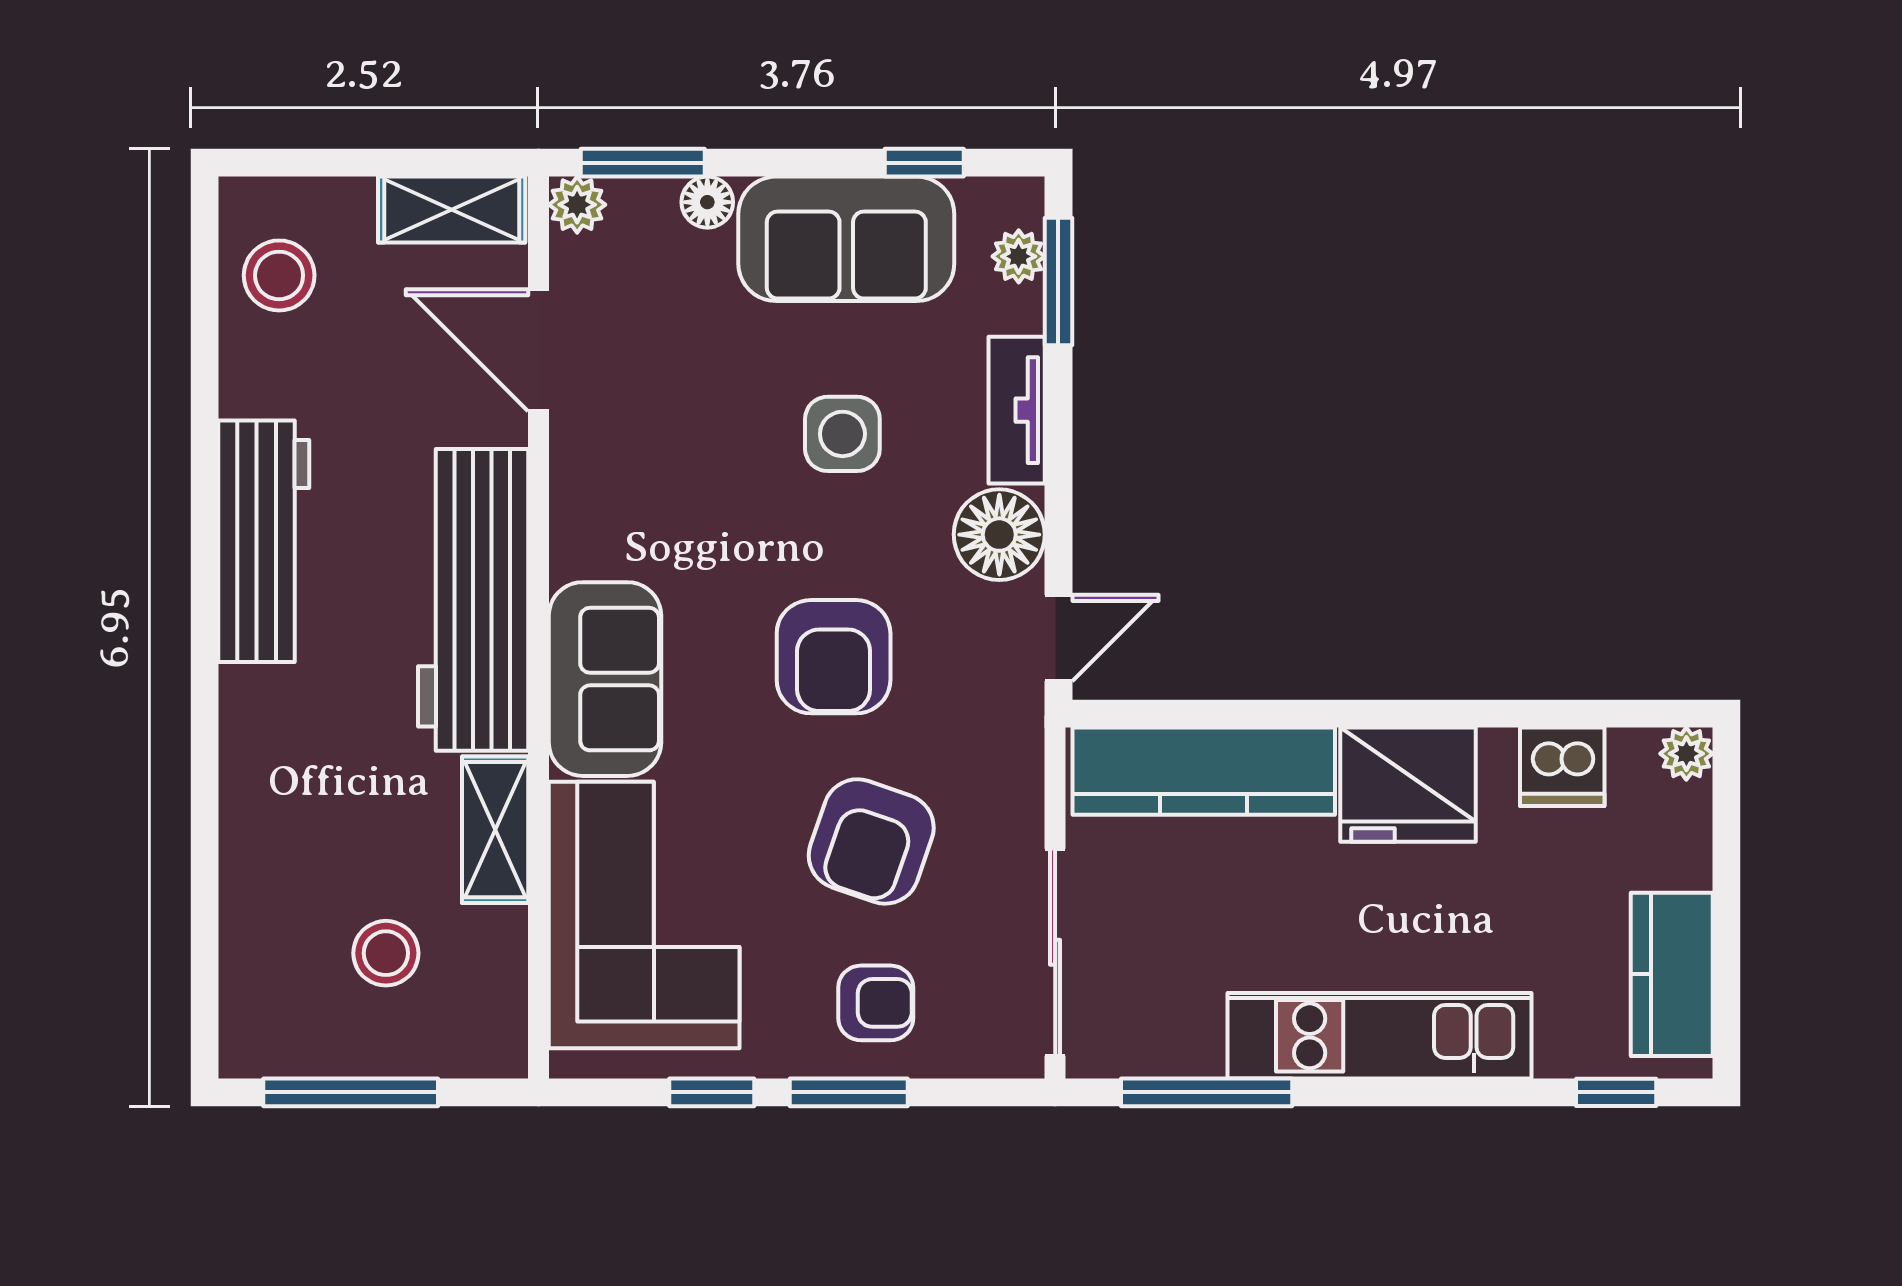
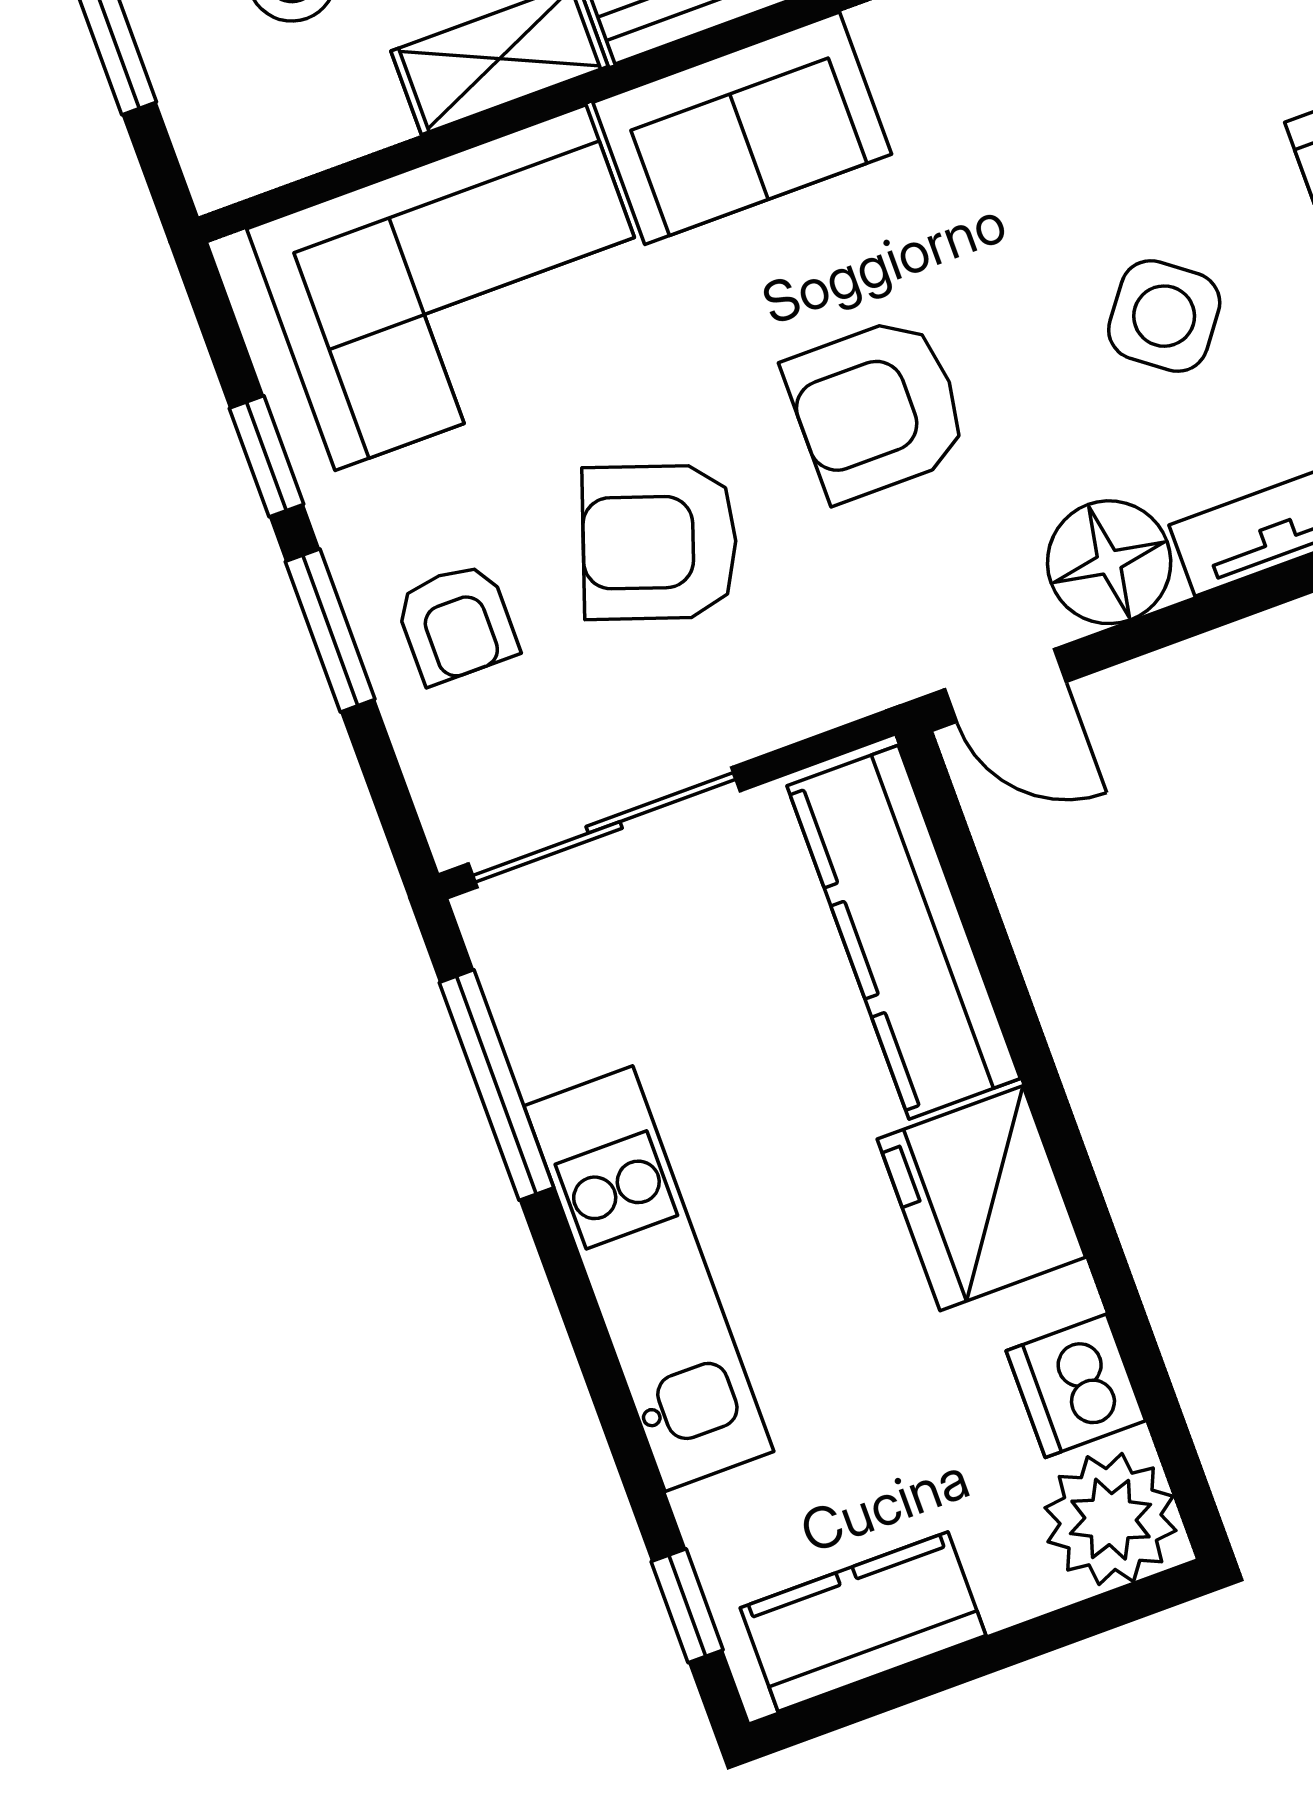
side table: (842, 434) -> (1164, 316), turned 37
plant: (1686, 754) -> (1111, 1519), width x1.88, depth x1.88

